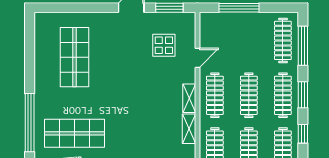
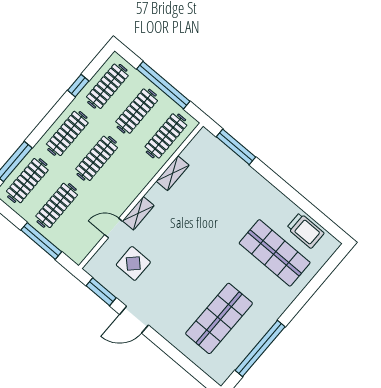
clothes rail: (215, 95) -> (57, 205), moved
window: (303, 95) -> (50, 119), removed
shelving: (189, 98) -> (138, 213), moved
window: (30, 123) -> (260, 348), moved

